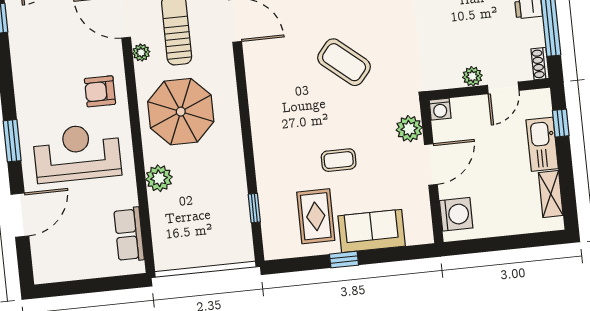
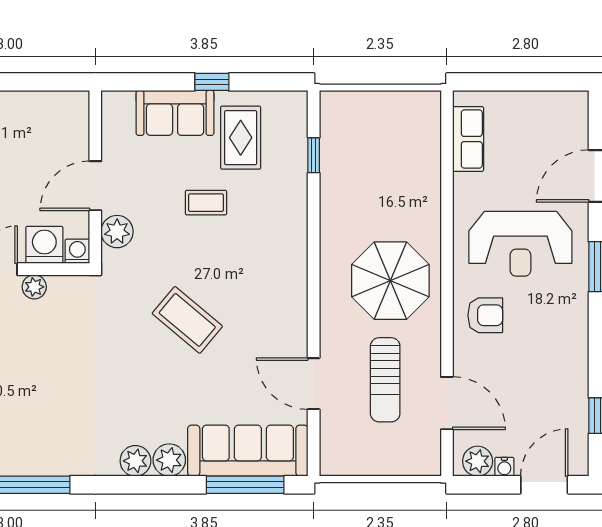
plant: (141, 53) -> (431, 357), removed
plant: (159, 178) -> (425, 203), removed
washing machine: (456, 214) -> (44, 245), moved, turned 90

